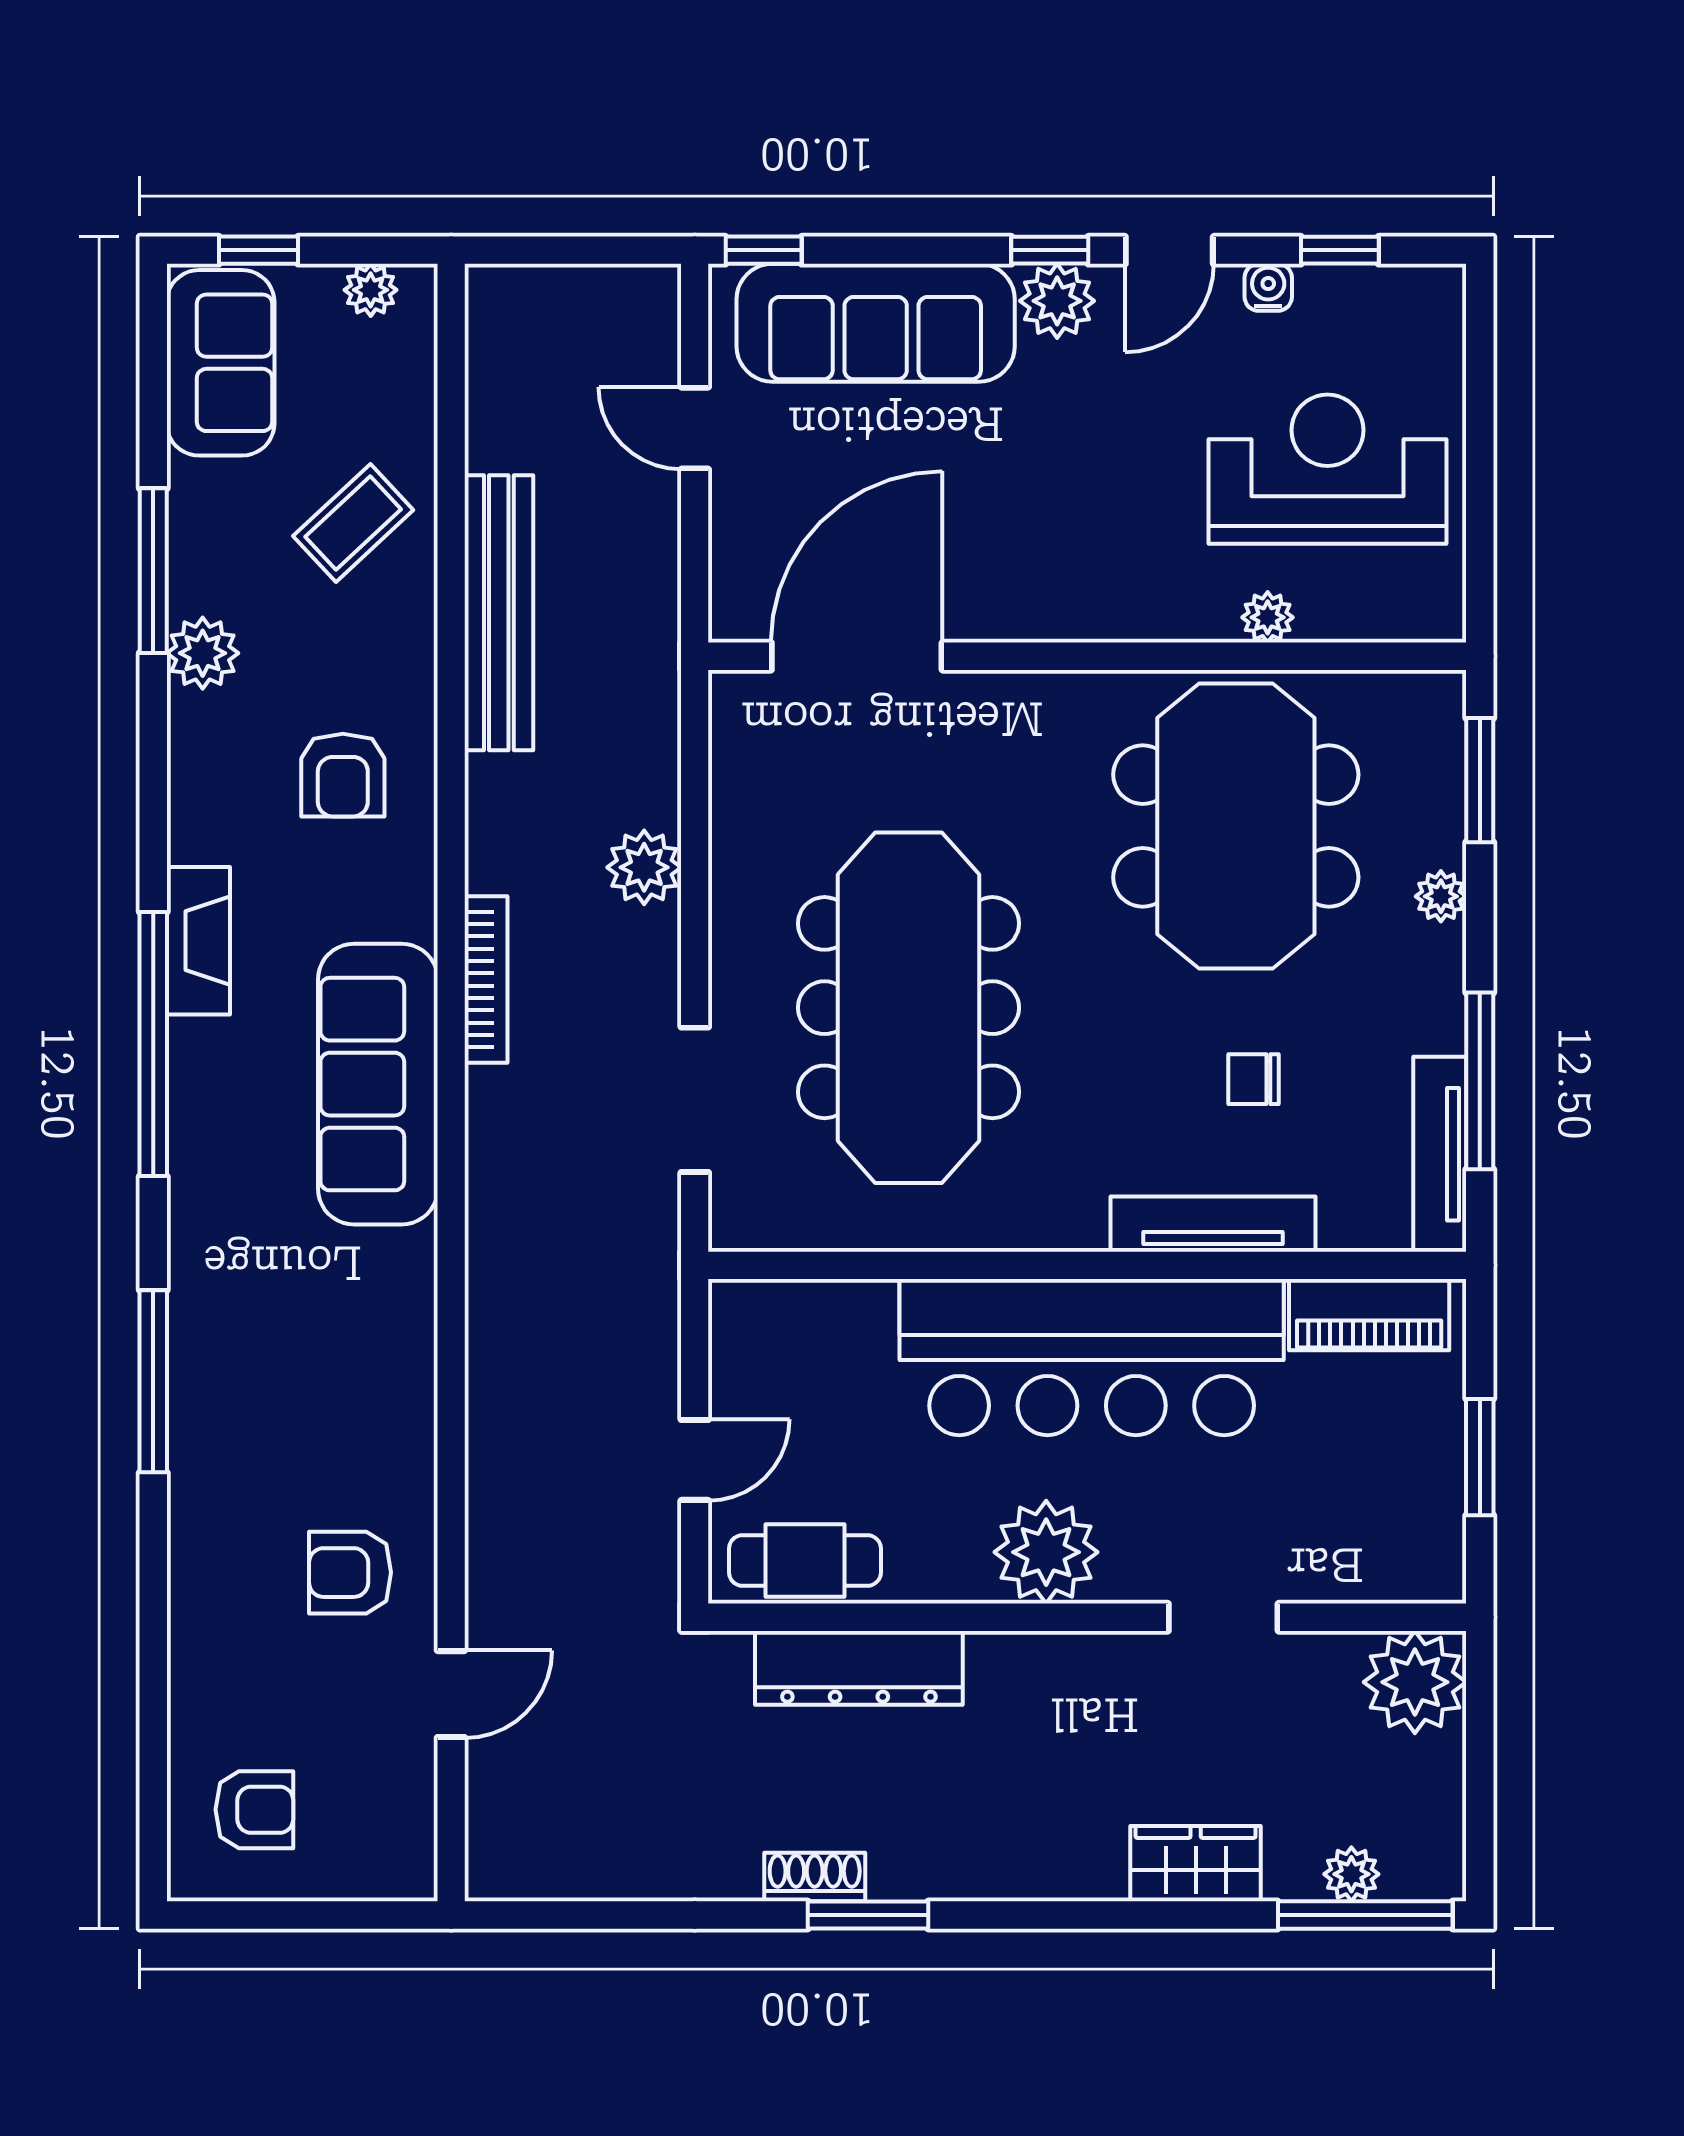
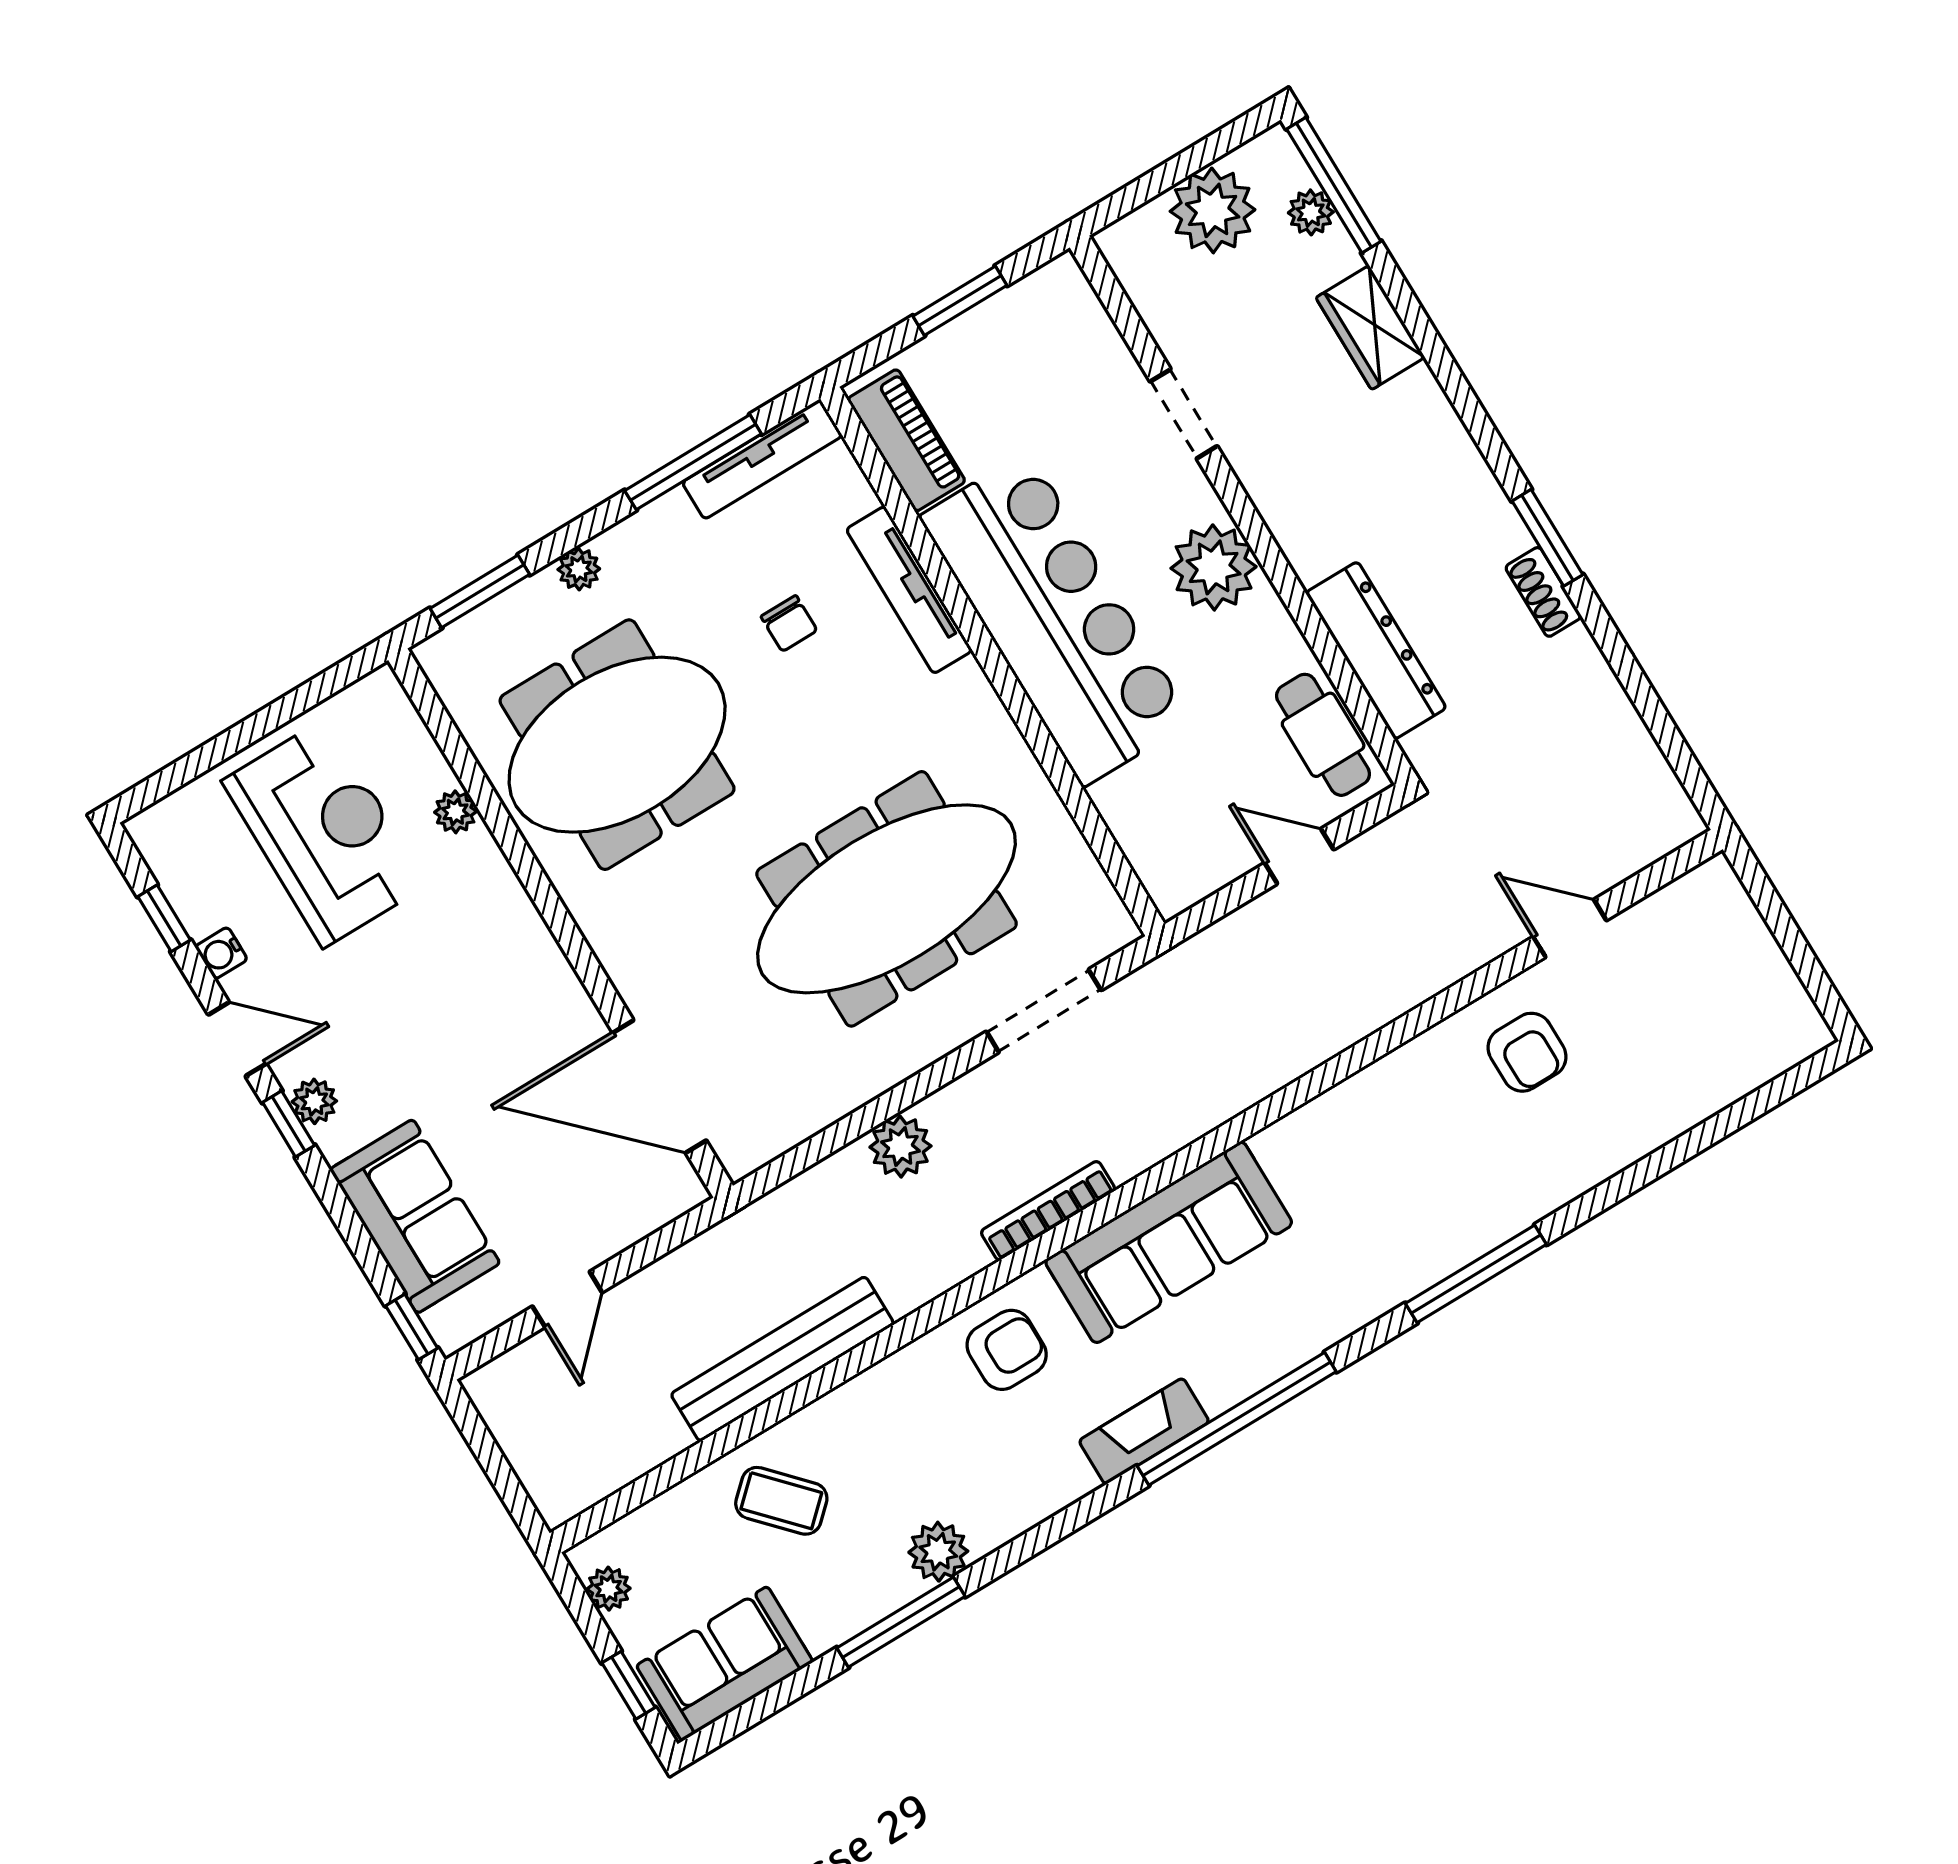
plant: (1057, 301) -> (314, 1101), width x0.73, depth x0.73
sofa: (876, 323) -> (415, 1216), width x0.73
reception desk: (1327, 469) -> (325, 833), turned 180
armchair: (343, 775) -> (1007, 1350), moved
plant: (1415, 1682) -> (1213, 210), moved
armchair: (254, 1810) -> (1736, 1018), removed

